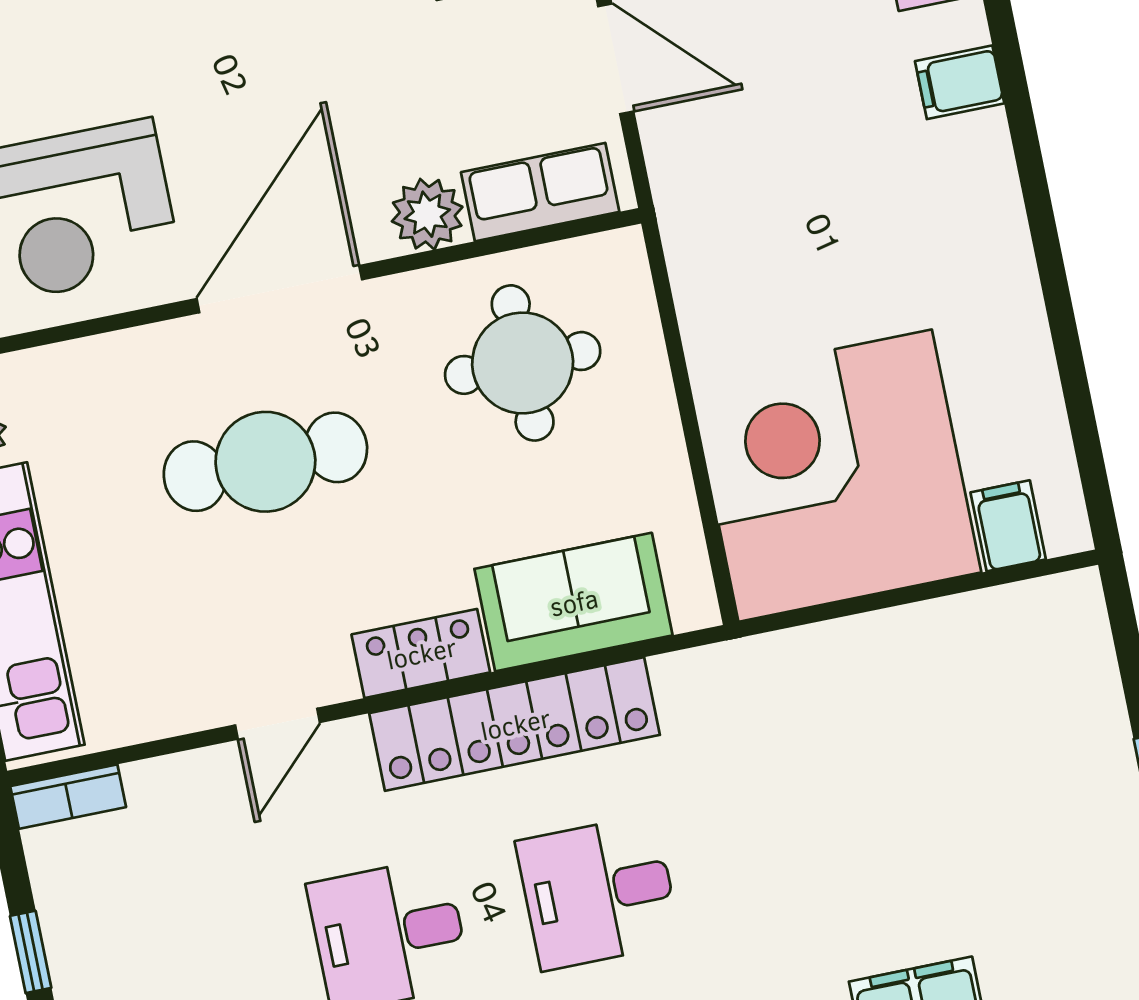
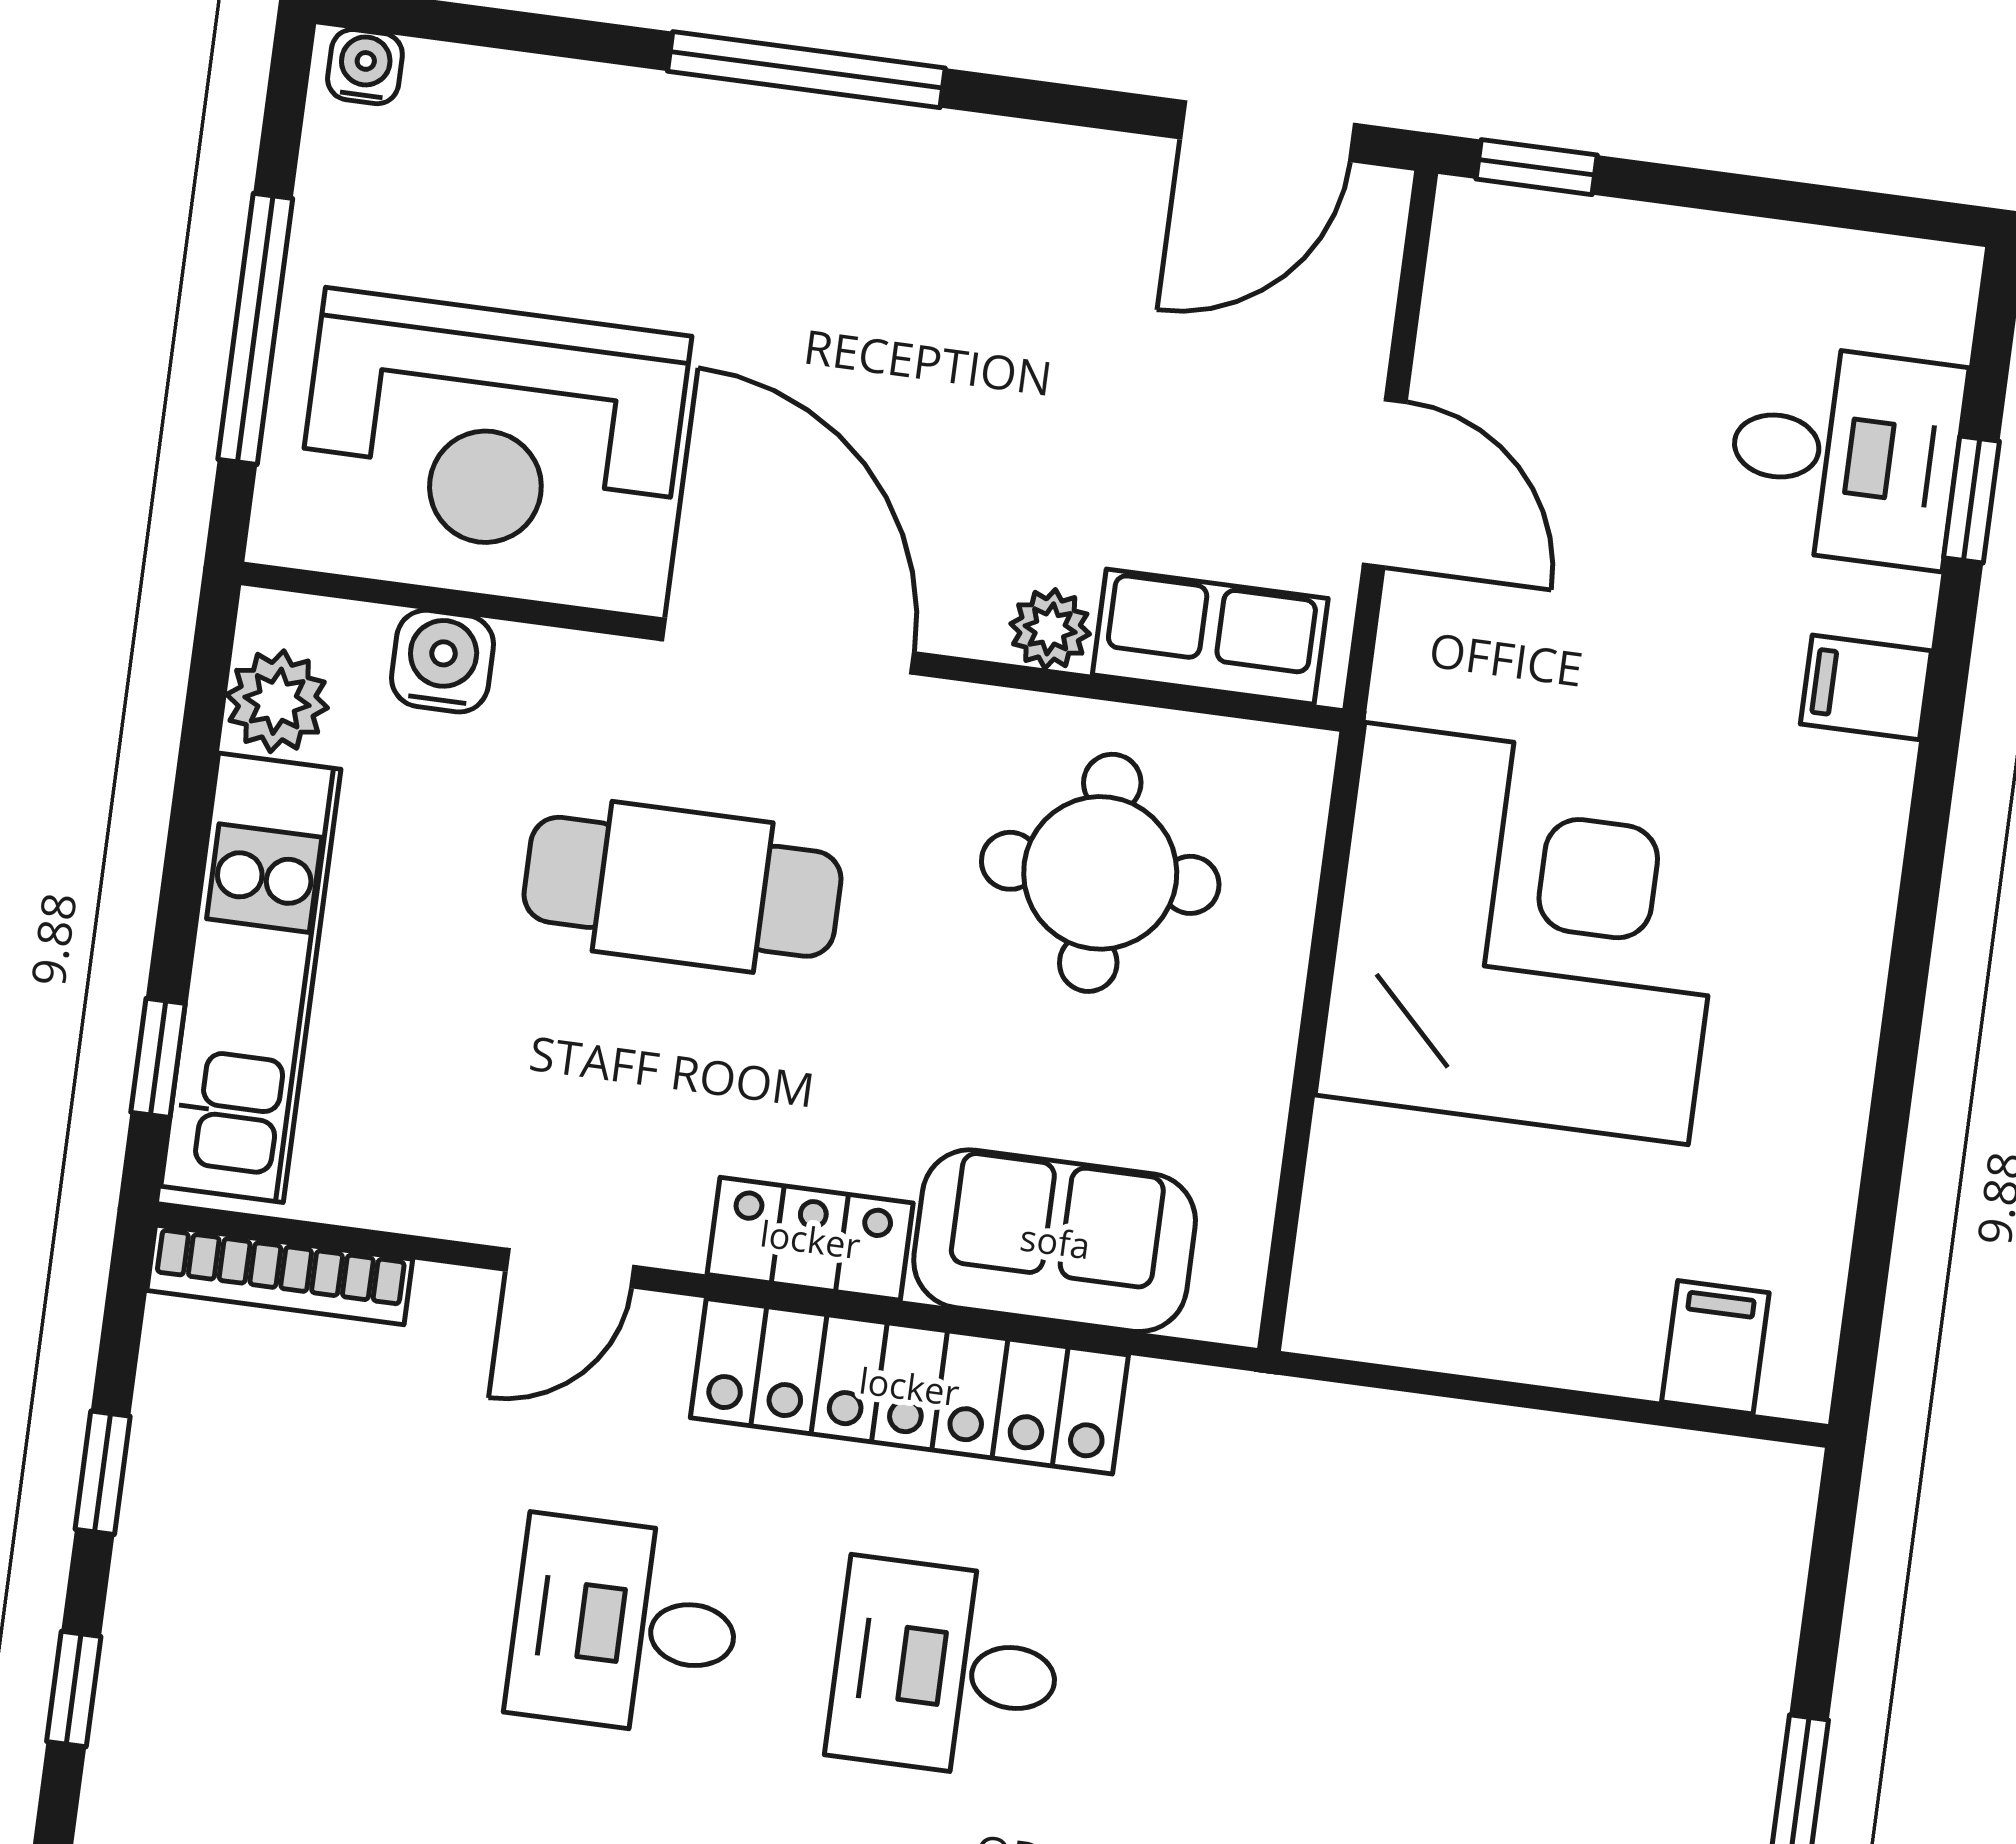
plant: (427, 214) -> (1050, 629), width x0.73, depth x0.73
door: (279, 289) -> (788, 646), hinge flipped
water cooler: (67, 373) -> (442, 661), added
corner desk: (835, 476) -> (1526, 934), moved, turned 90
bookcase: (68, 797) -> (280, 1275), width x1.56

